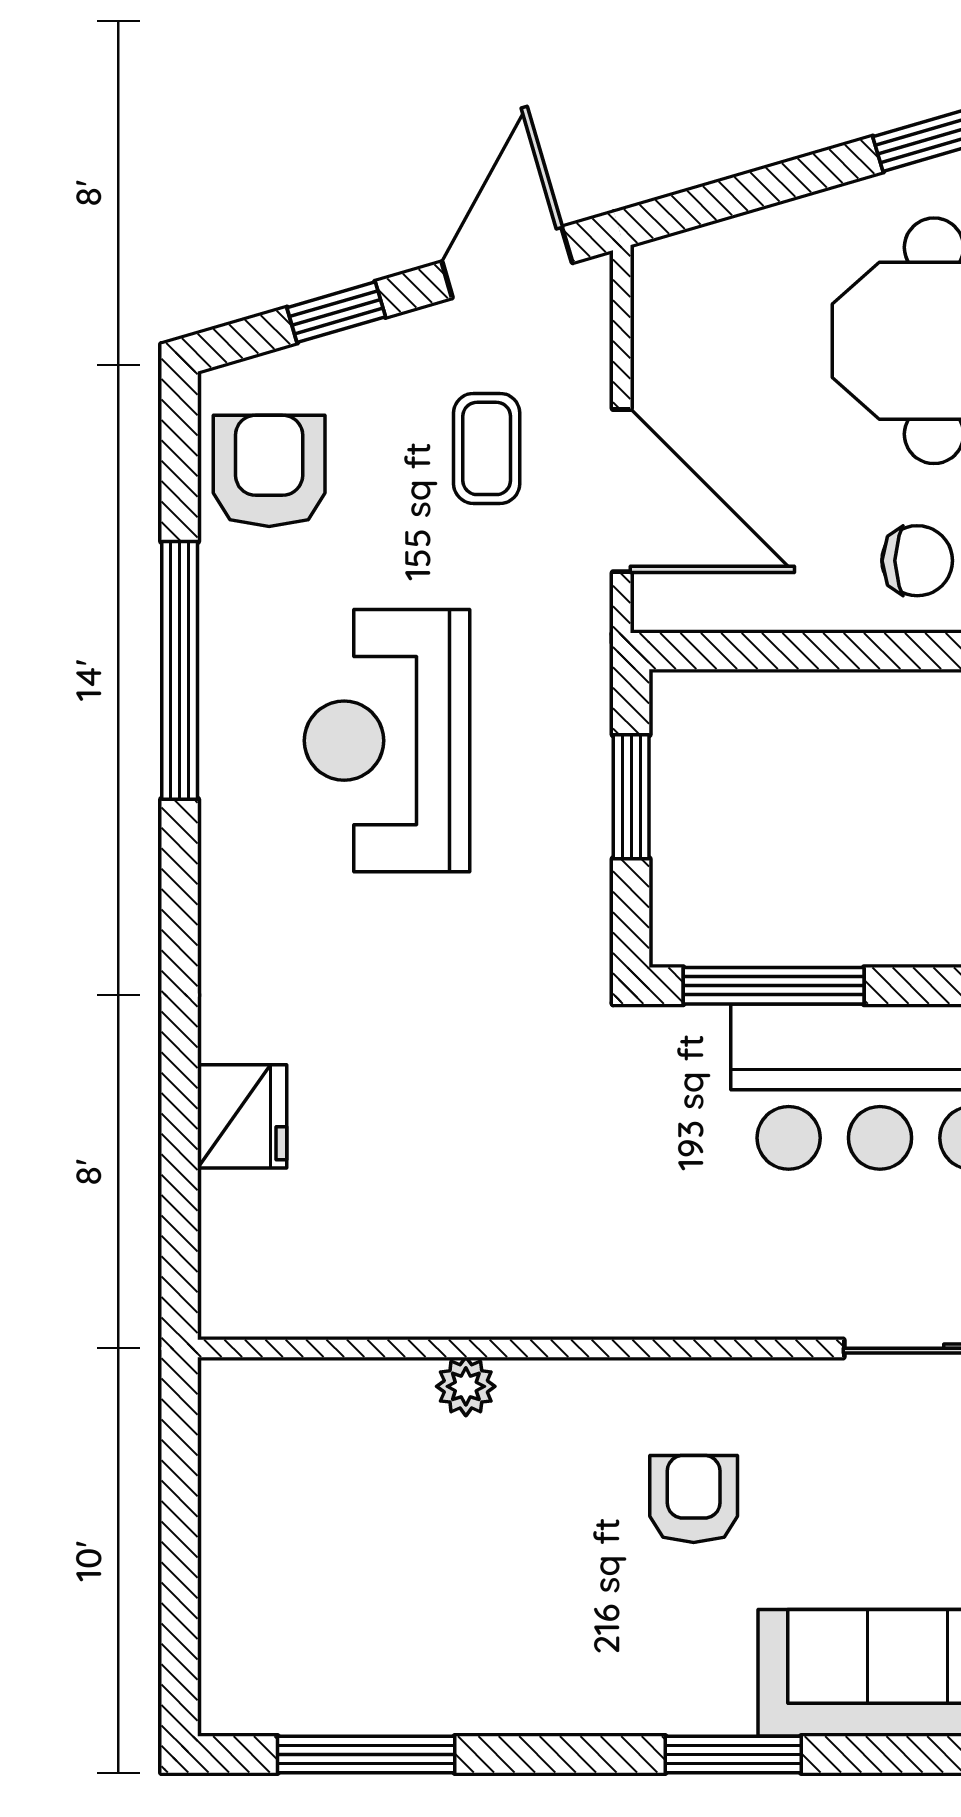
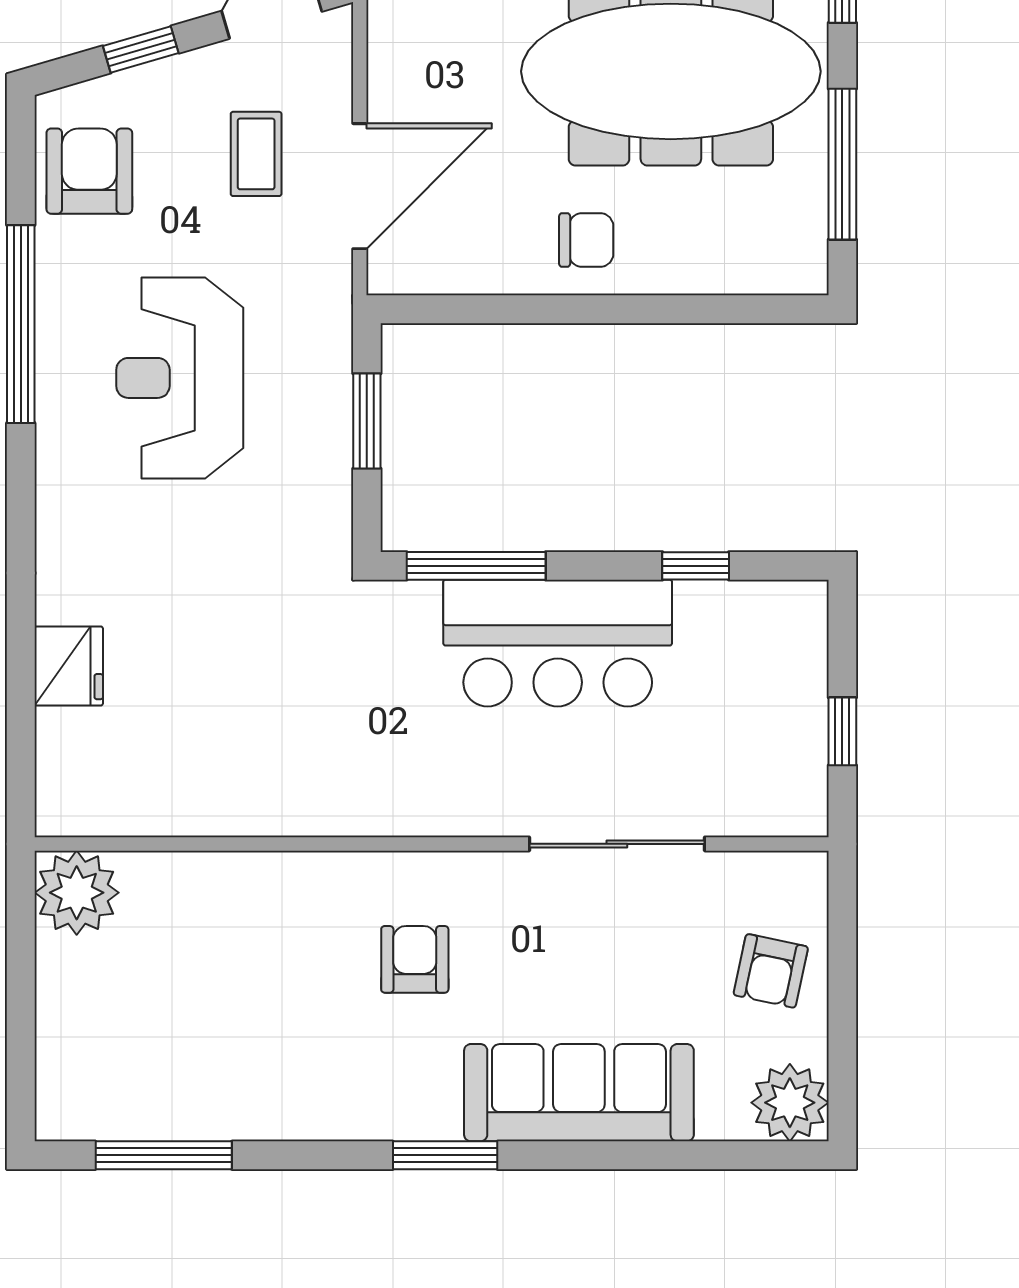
door: (622, 491) -> (360, 186), hinge flipped
plant: (466, 1386) -> (77, 893), moved, width x1.87, depth x1.87

